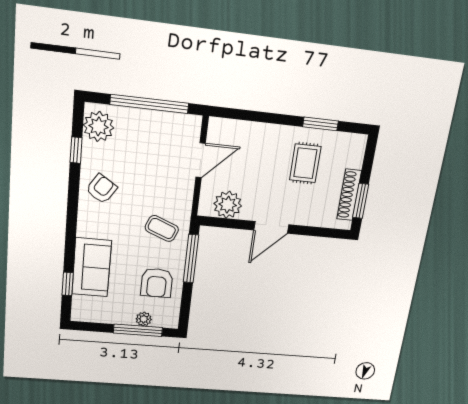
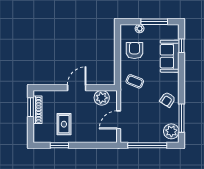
window: (76, 150) -> (182, 118), width x2.17
window: (191, 259) -> (118, 66), removed
window: (138, 330) -> (154, 22), moved

